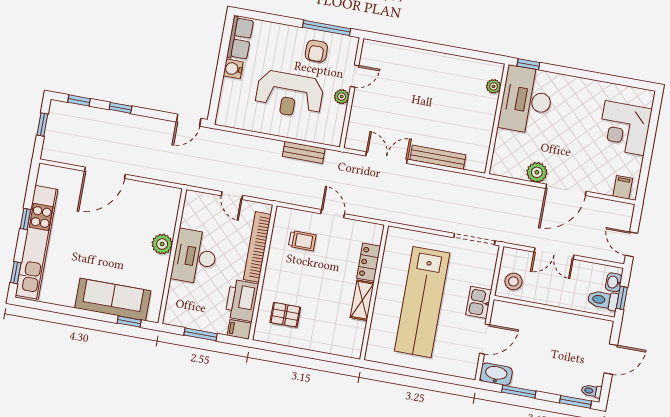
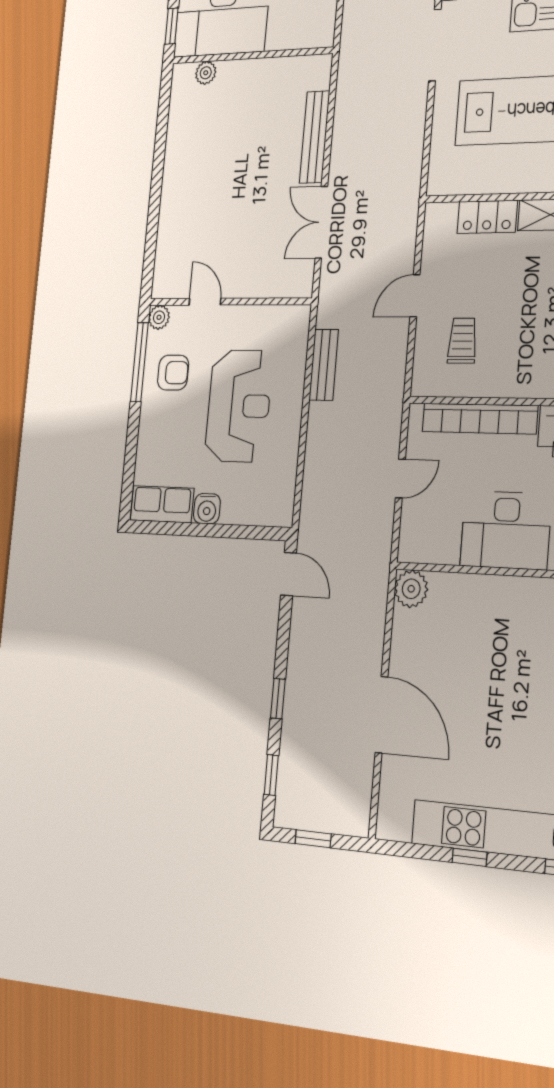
plant: (342, 97) -> (159, 317), moved
plant: (162, 244) -> (411, 589), moved

